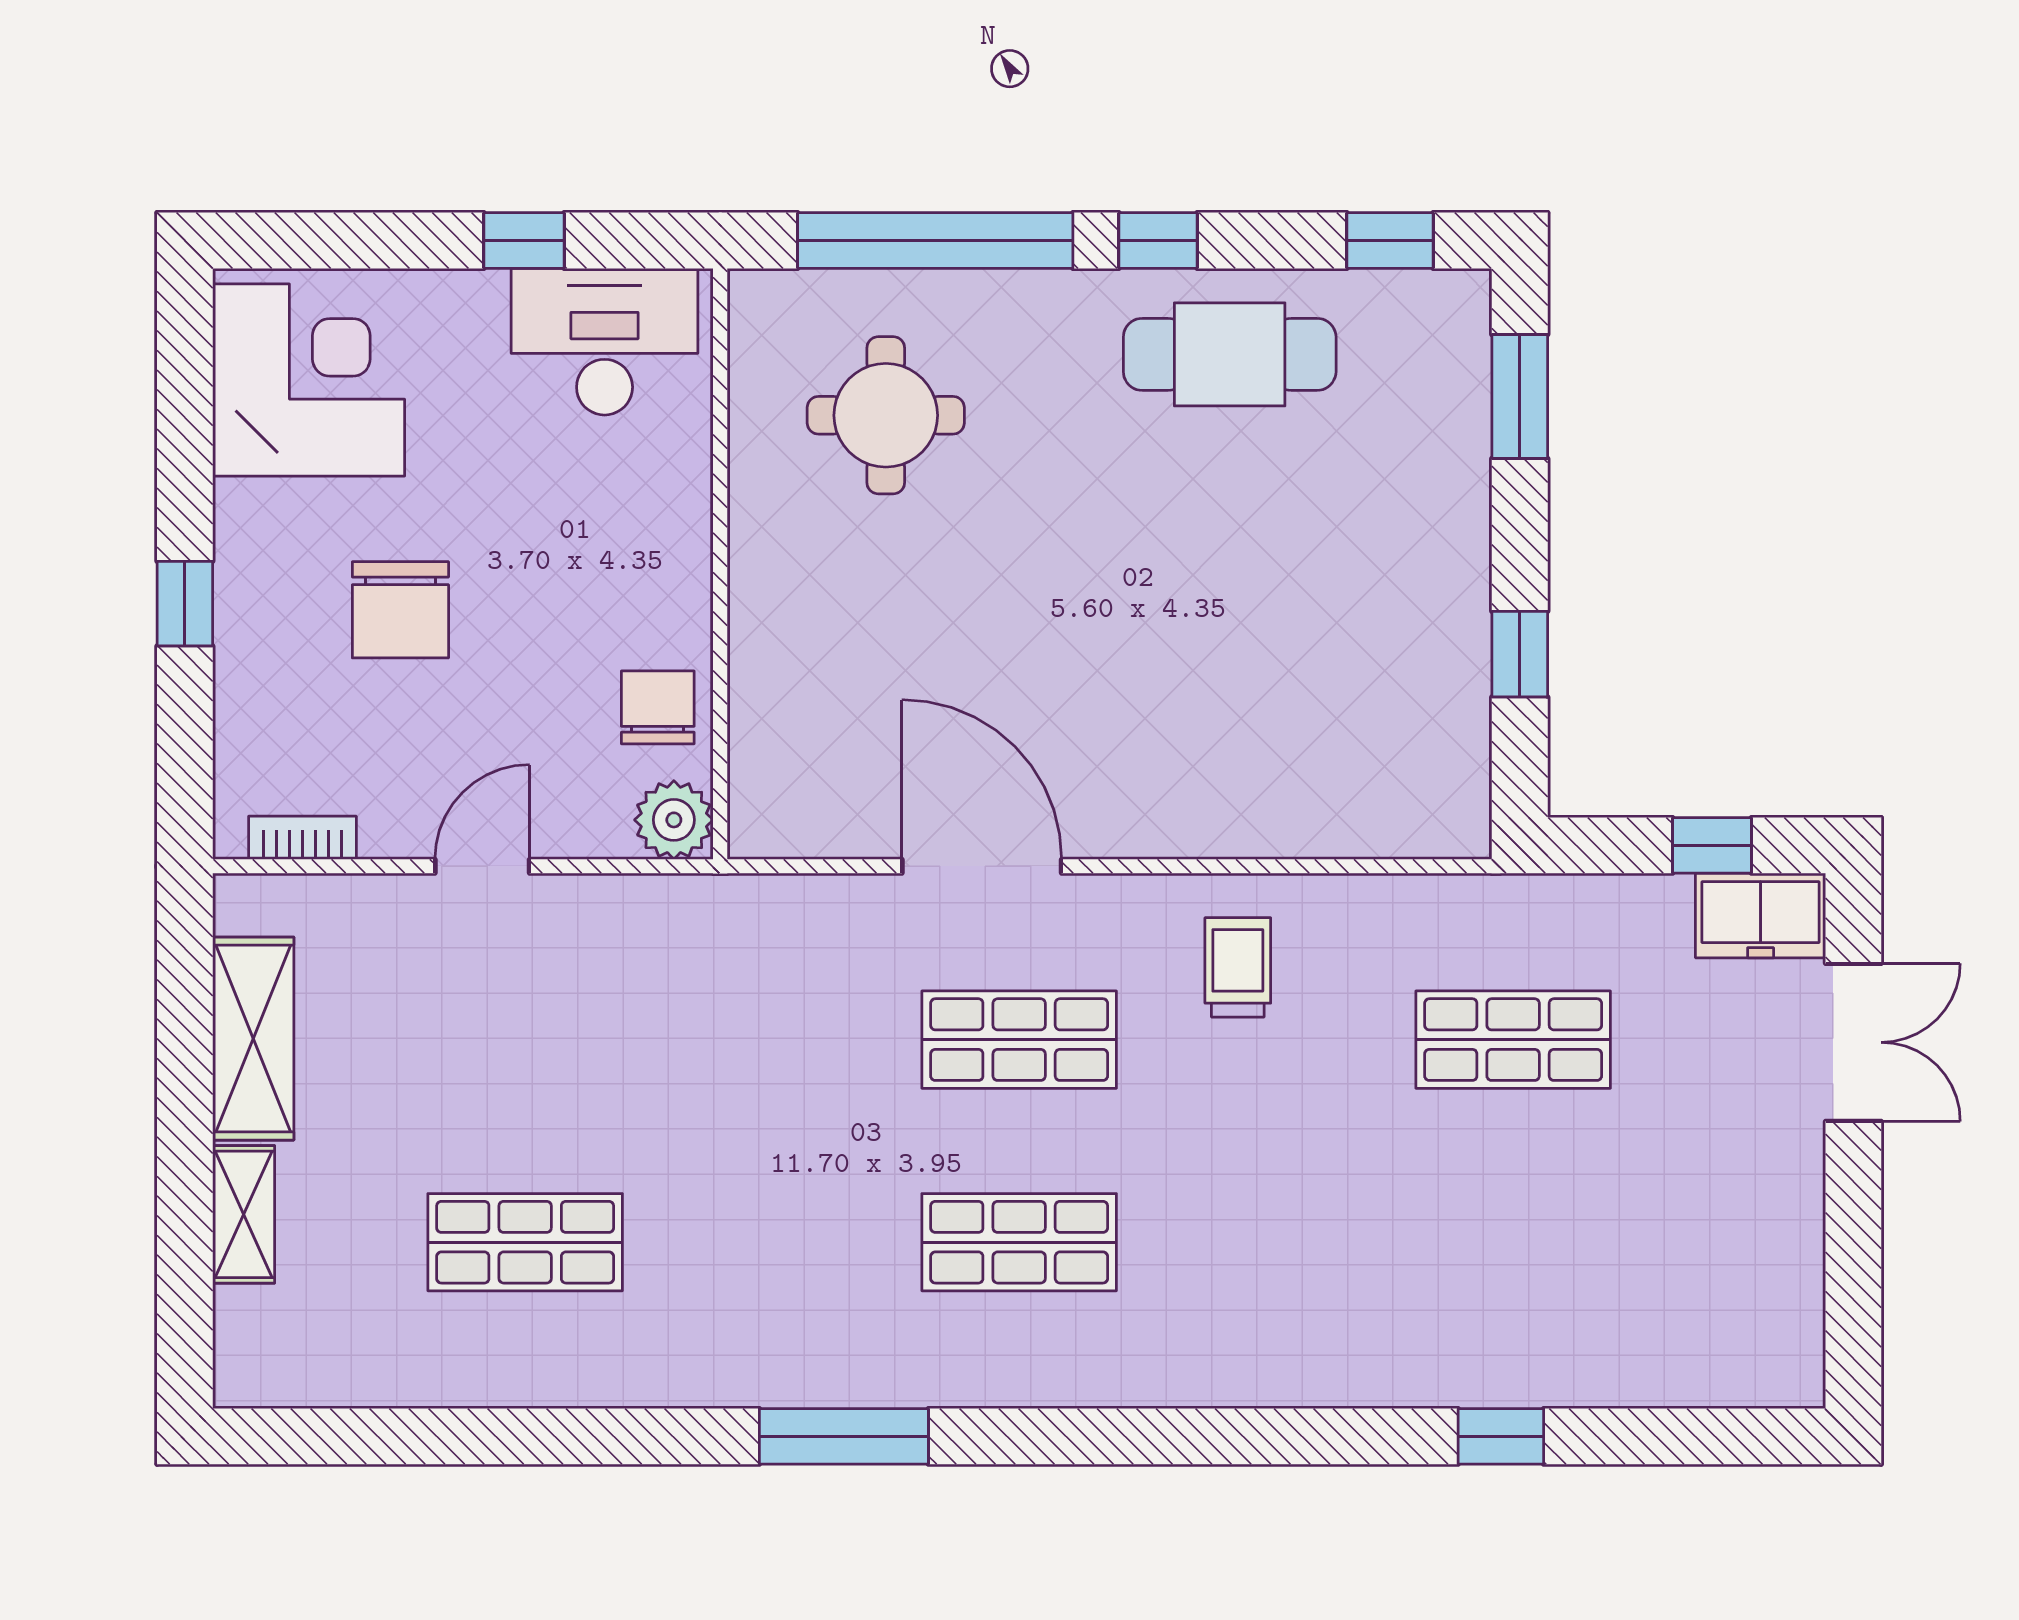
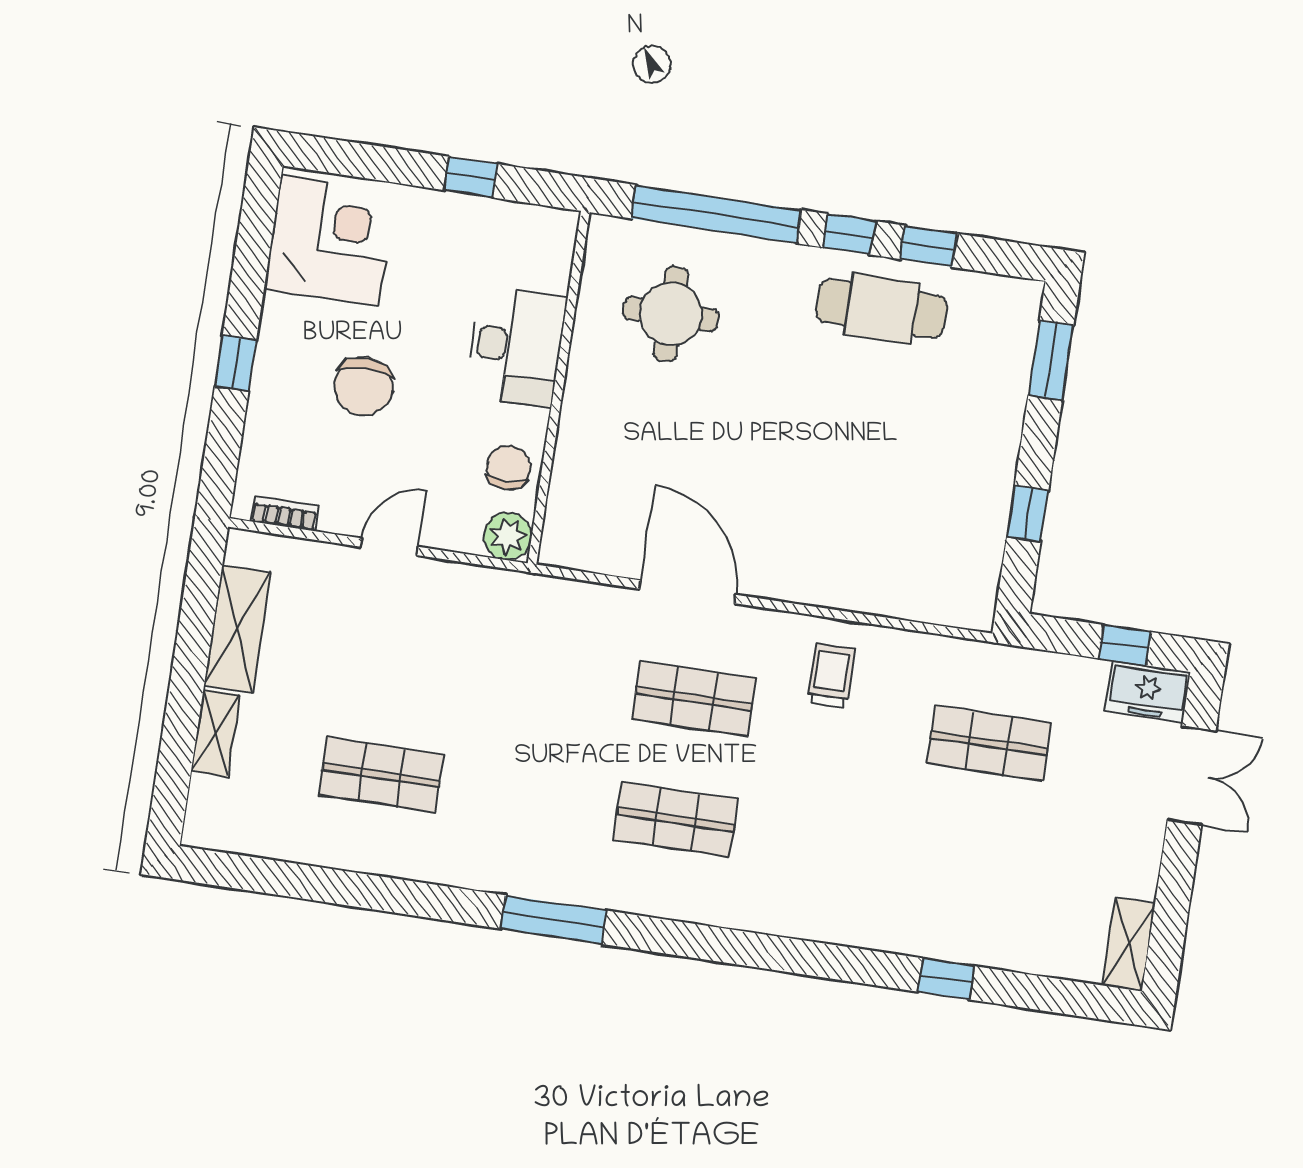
window: (1390, 241) -> (929, 246), moved
desk: (605, 342) -> (516, 346), moved, turned 90
shelving: (1792, 1334) -> (1129, 944), added

